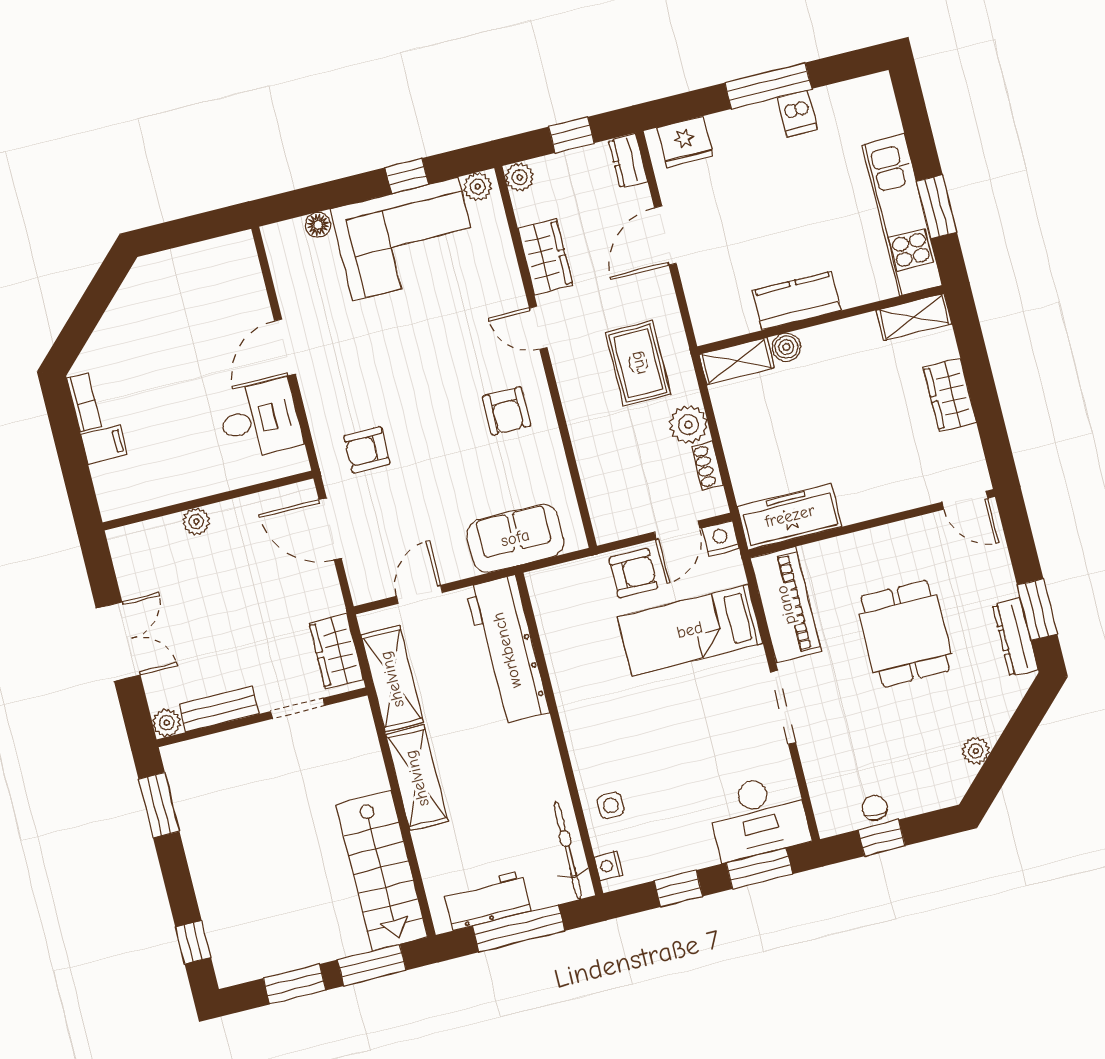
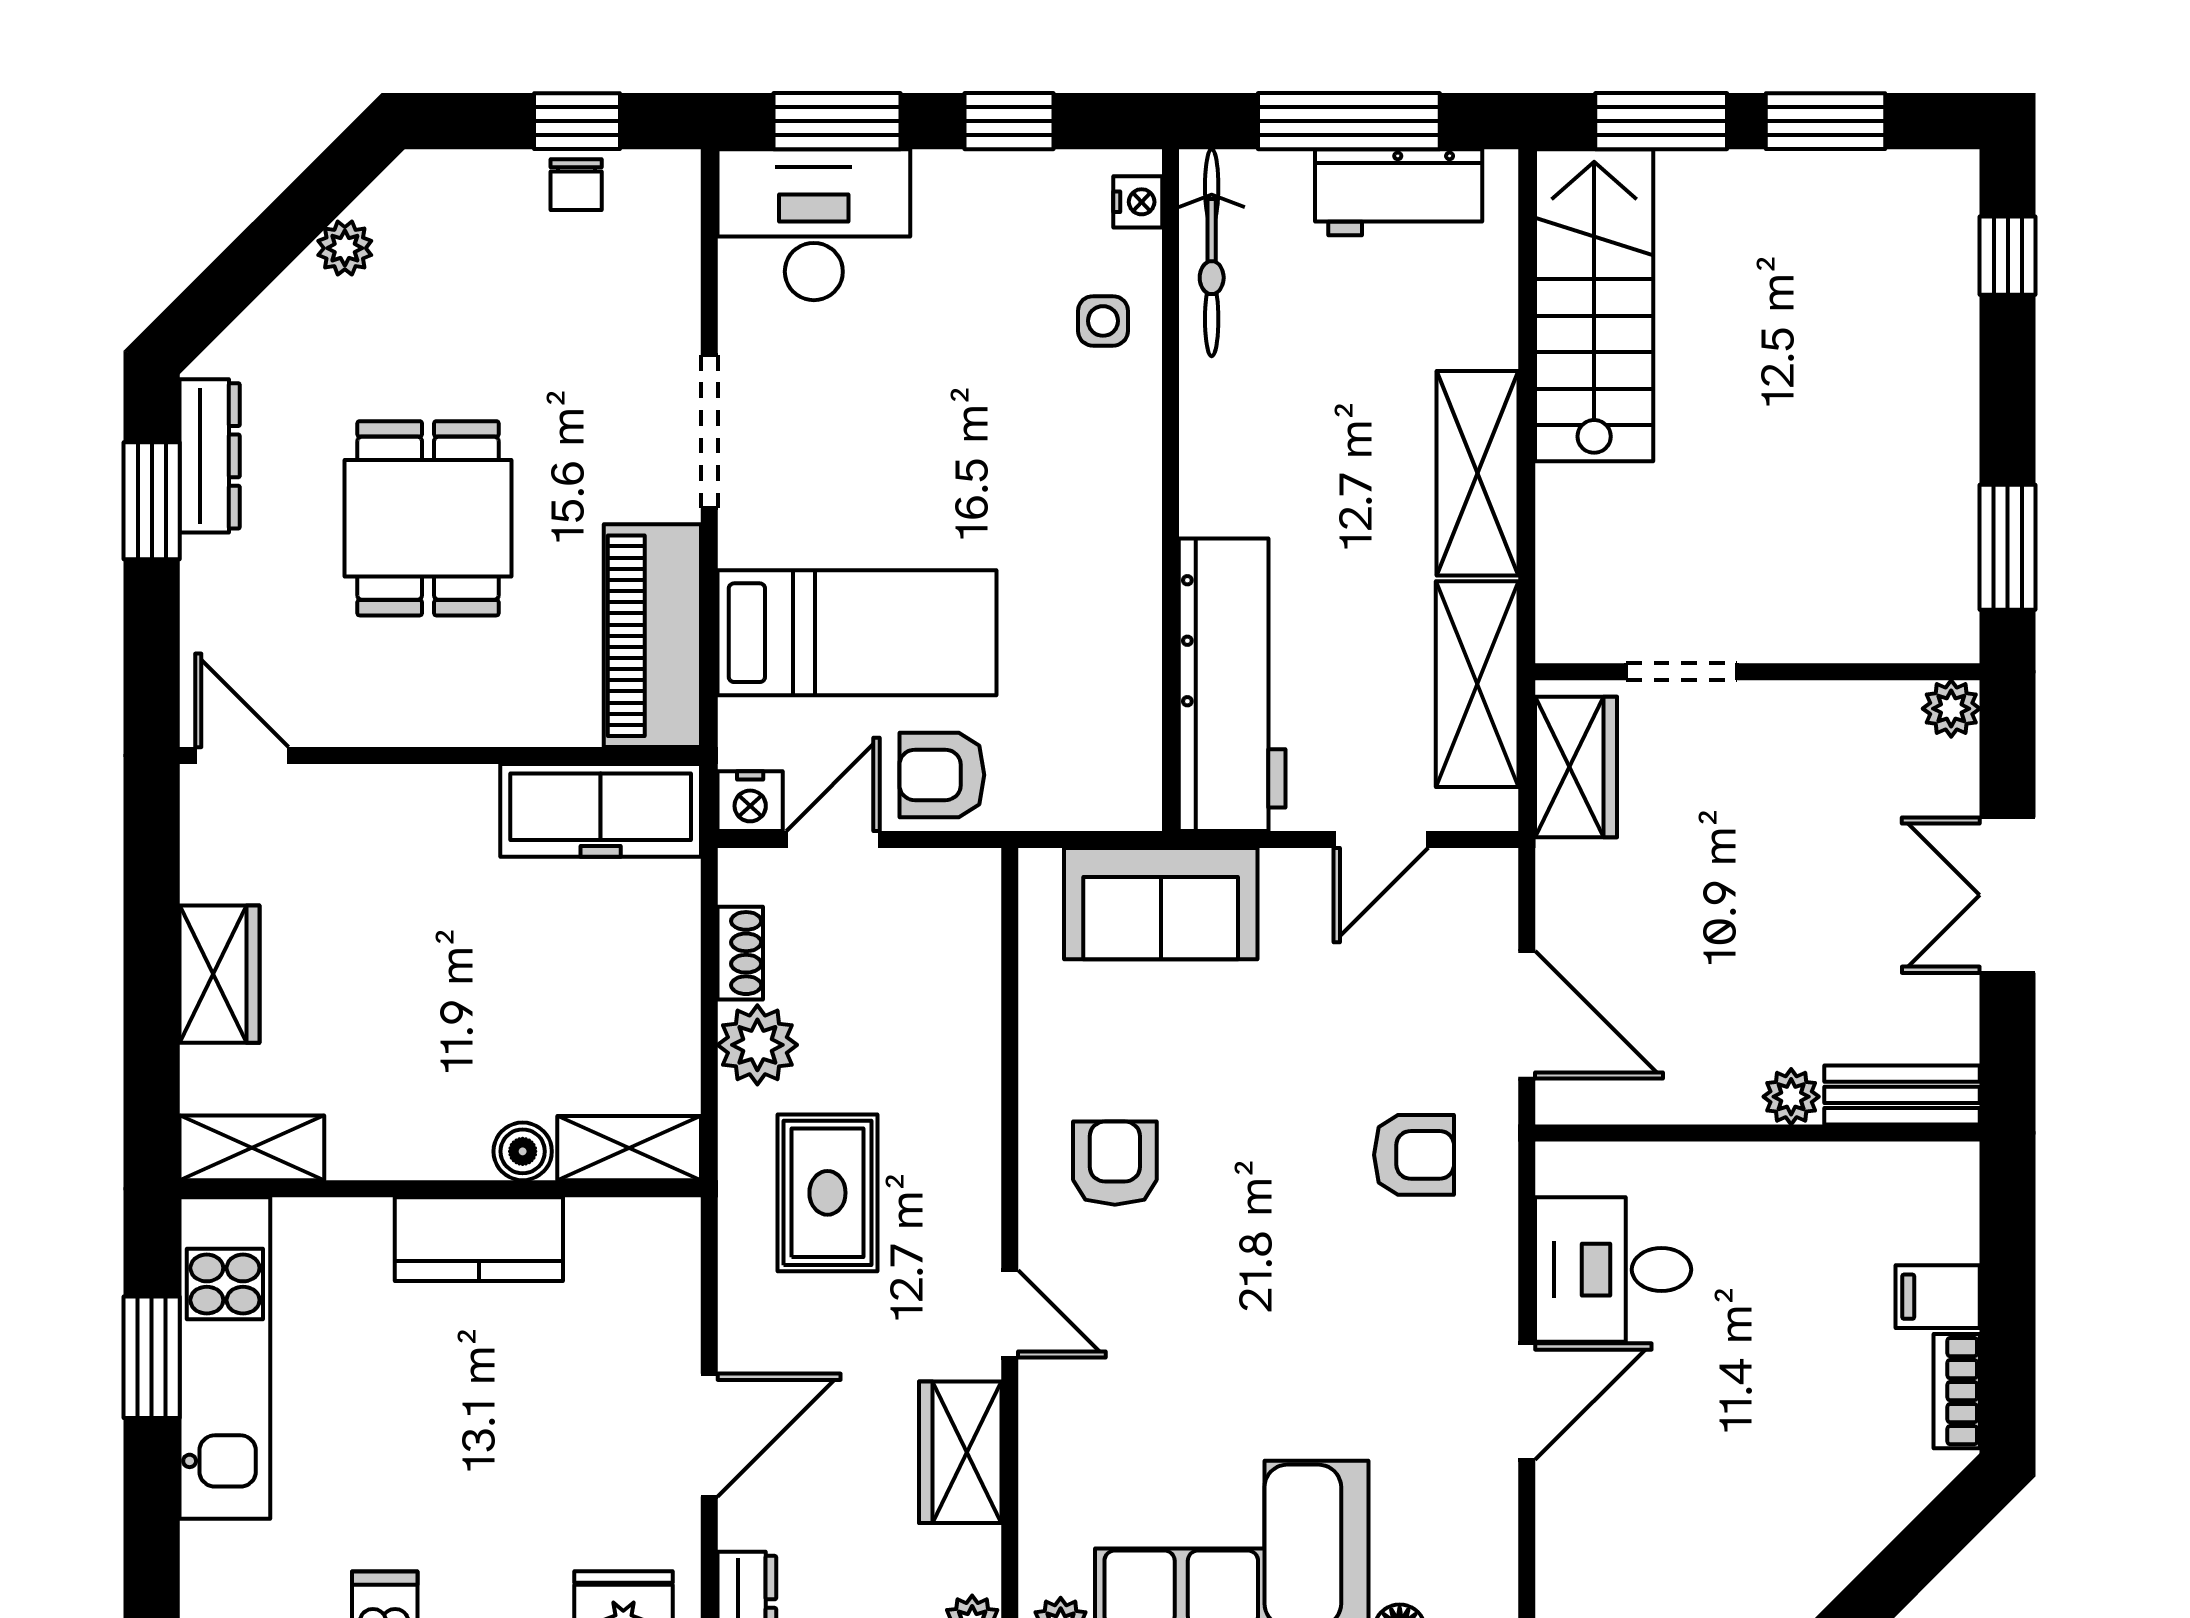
bench: (219, 709) -> (1902, 1095), moved

